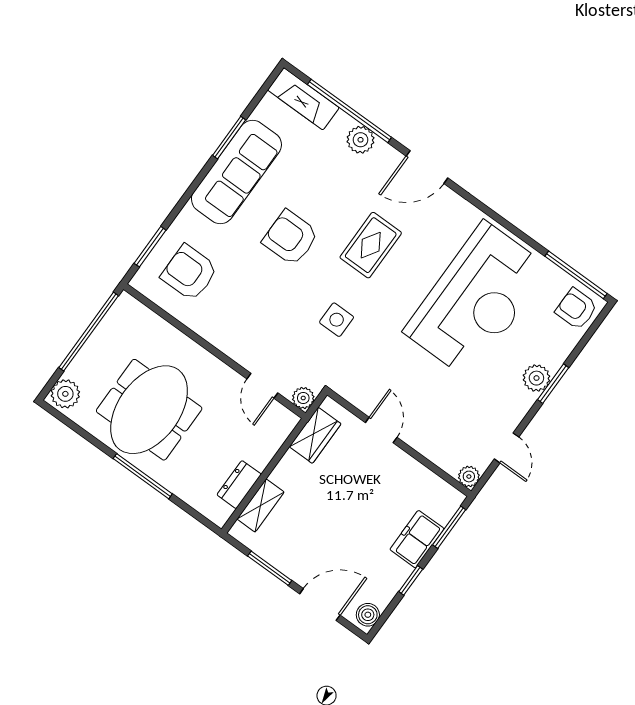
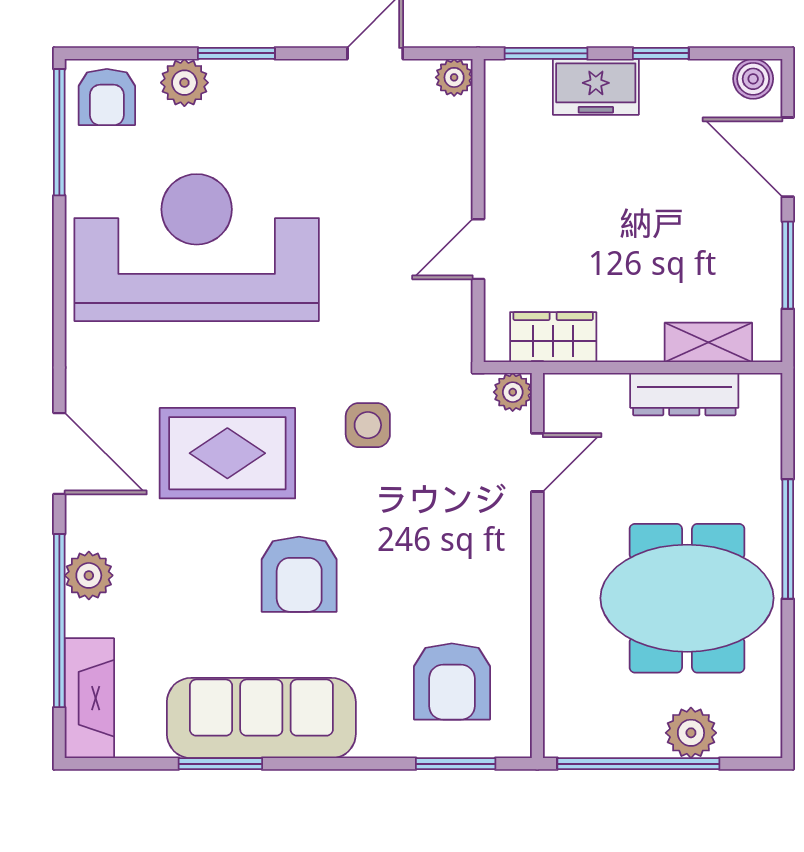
rug: (371, 245) -> (227, 453), width x1.36, depth x1.43
plant: (536, 378) -> (184, 83), moved
plant: (65, 394) -> (691, 733), moved
dresser: (239, 485) -> (684, 394), width x1.44

